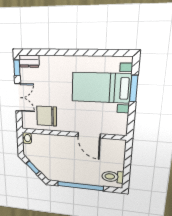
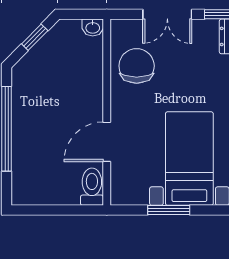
window: (134, 89) -> (169, 210), moved
toilet: (113, 177) -> (92, 187), moved

